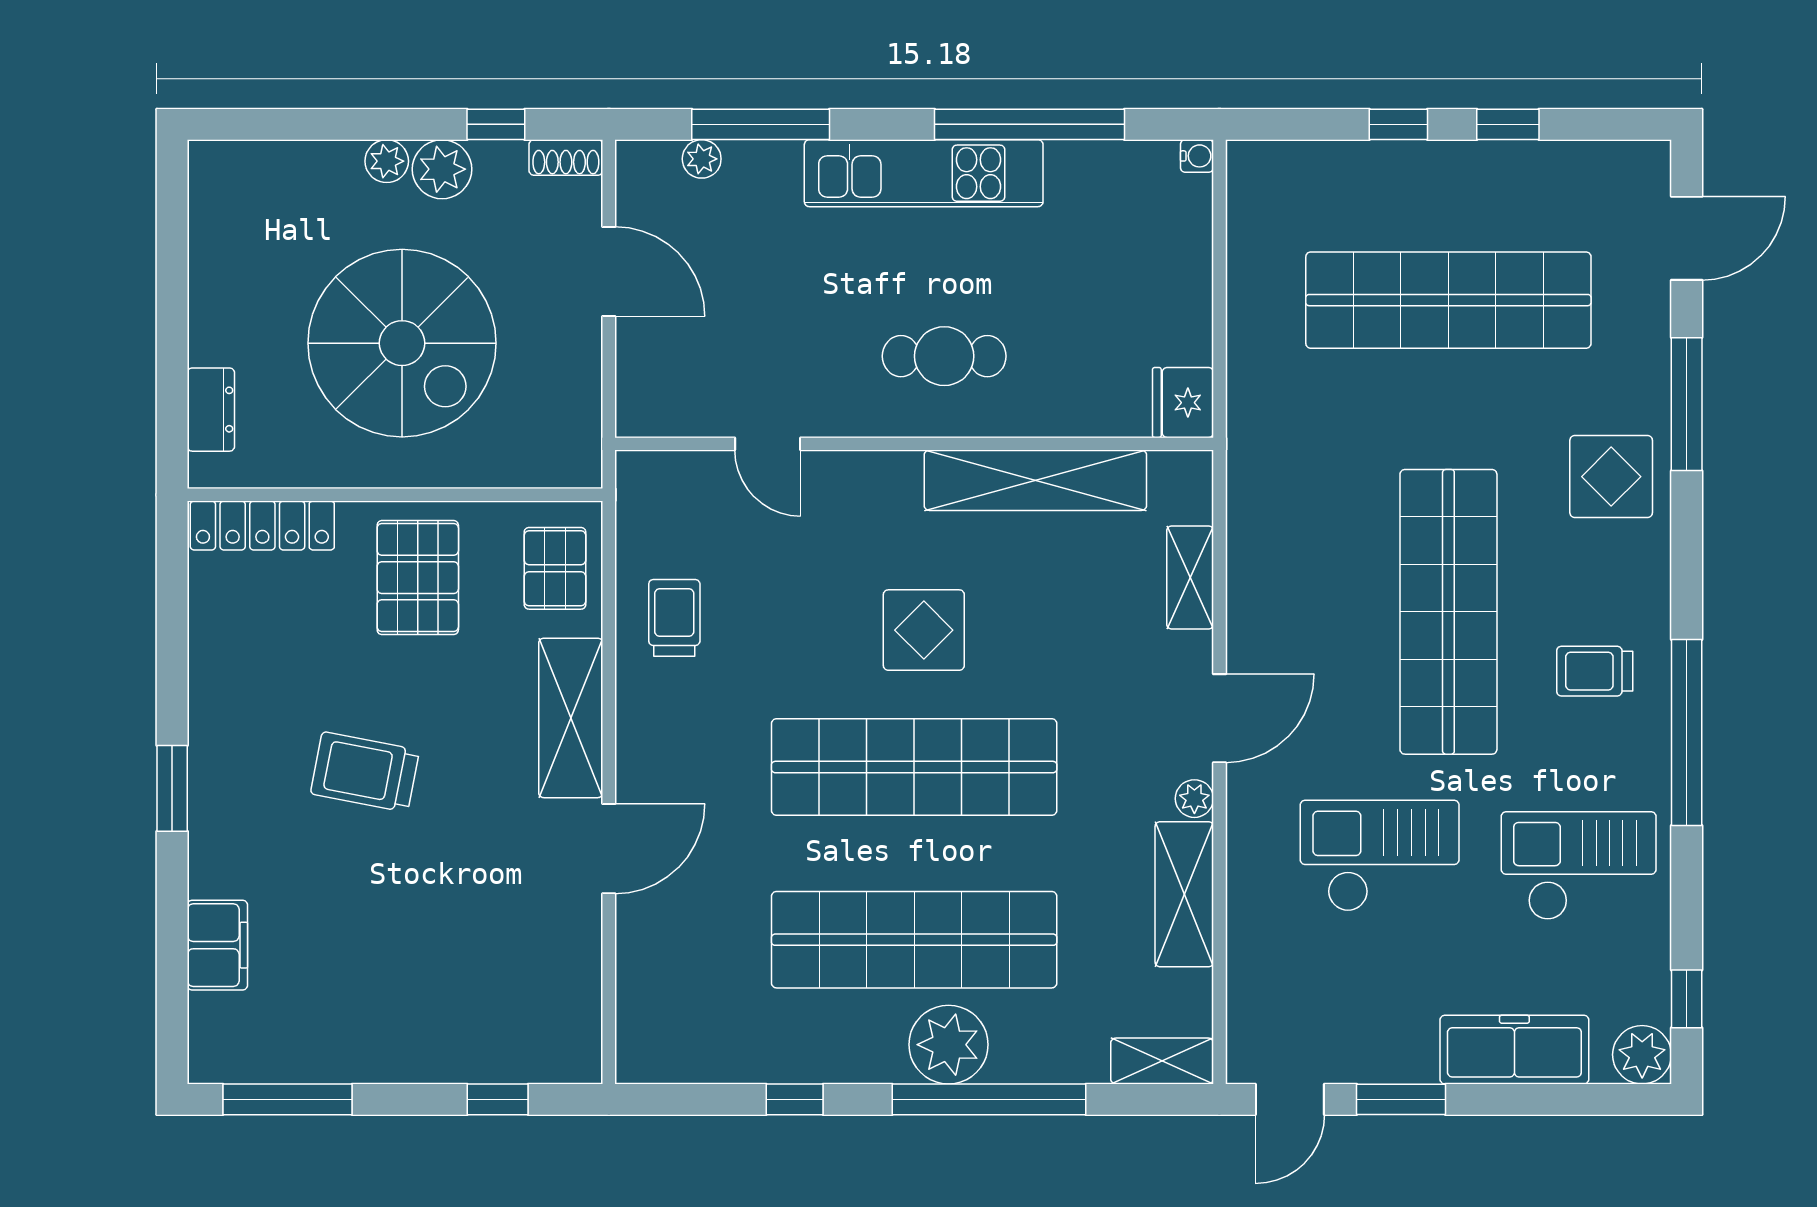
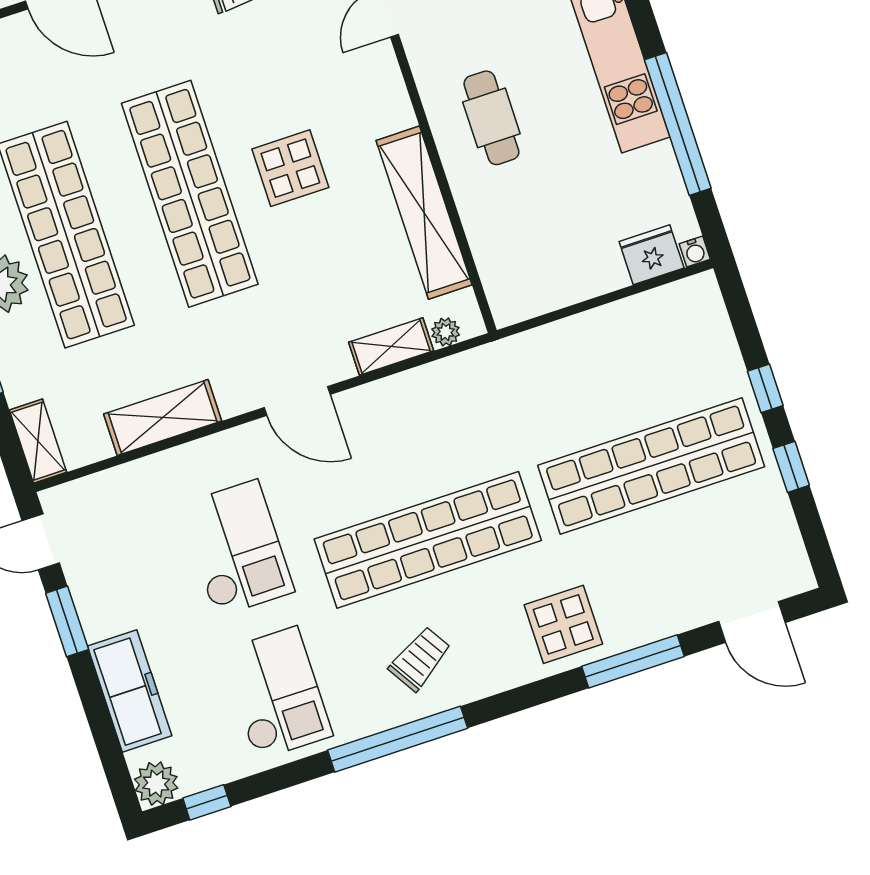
shop shelf: (1448, 300) -> (651, 466), turned 90
fridge: (1183, 403) -> (652, 255), moved
trolley: (1595, 671) -> (420, 659), turned 58
plant: (1194, 799) -> (446, 332), moved

